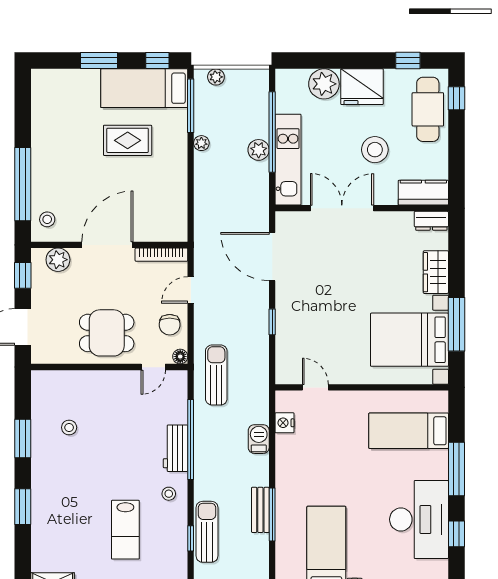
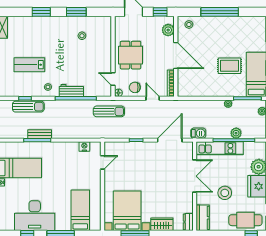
rug: (128, 140) -> (230, 66), turned 90
plant: (259, 150) -> (236, 133), moved
window: (23, 184) -> (220, 12), moved
barbecue: (259, 439) -> (198, 133), moved

